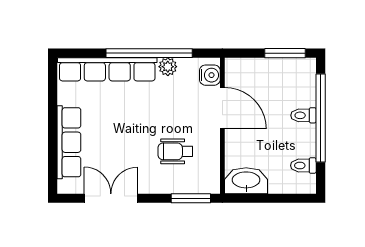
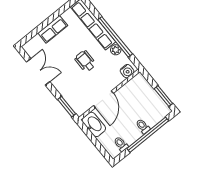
door: (222, 108) -> (103, 99), moved
row of seats: (69, 142) -> (53, 29), width x0.68
wheelchair: (175, 151) -> (85, 61), moved

